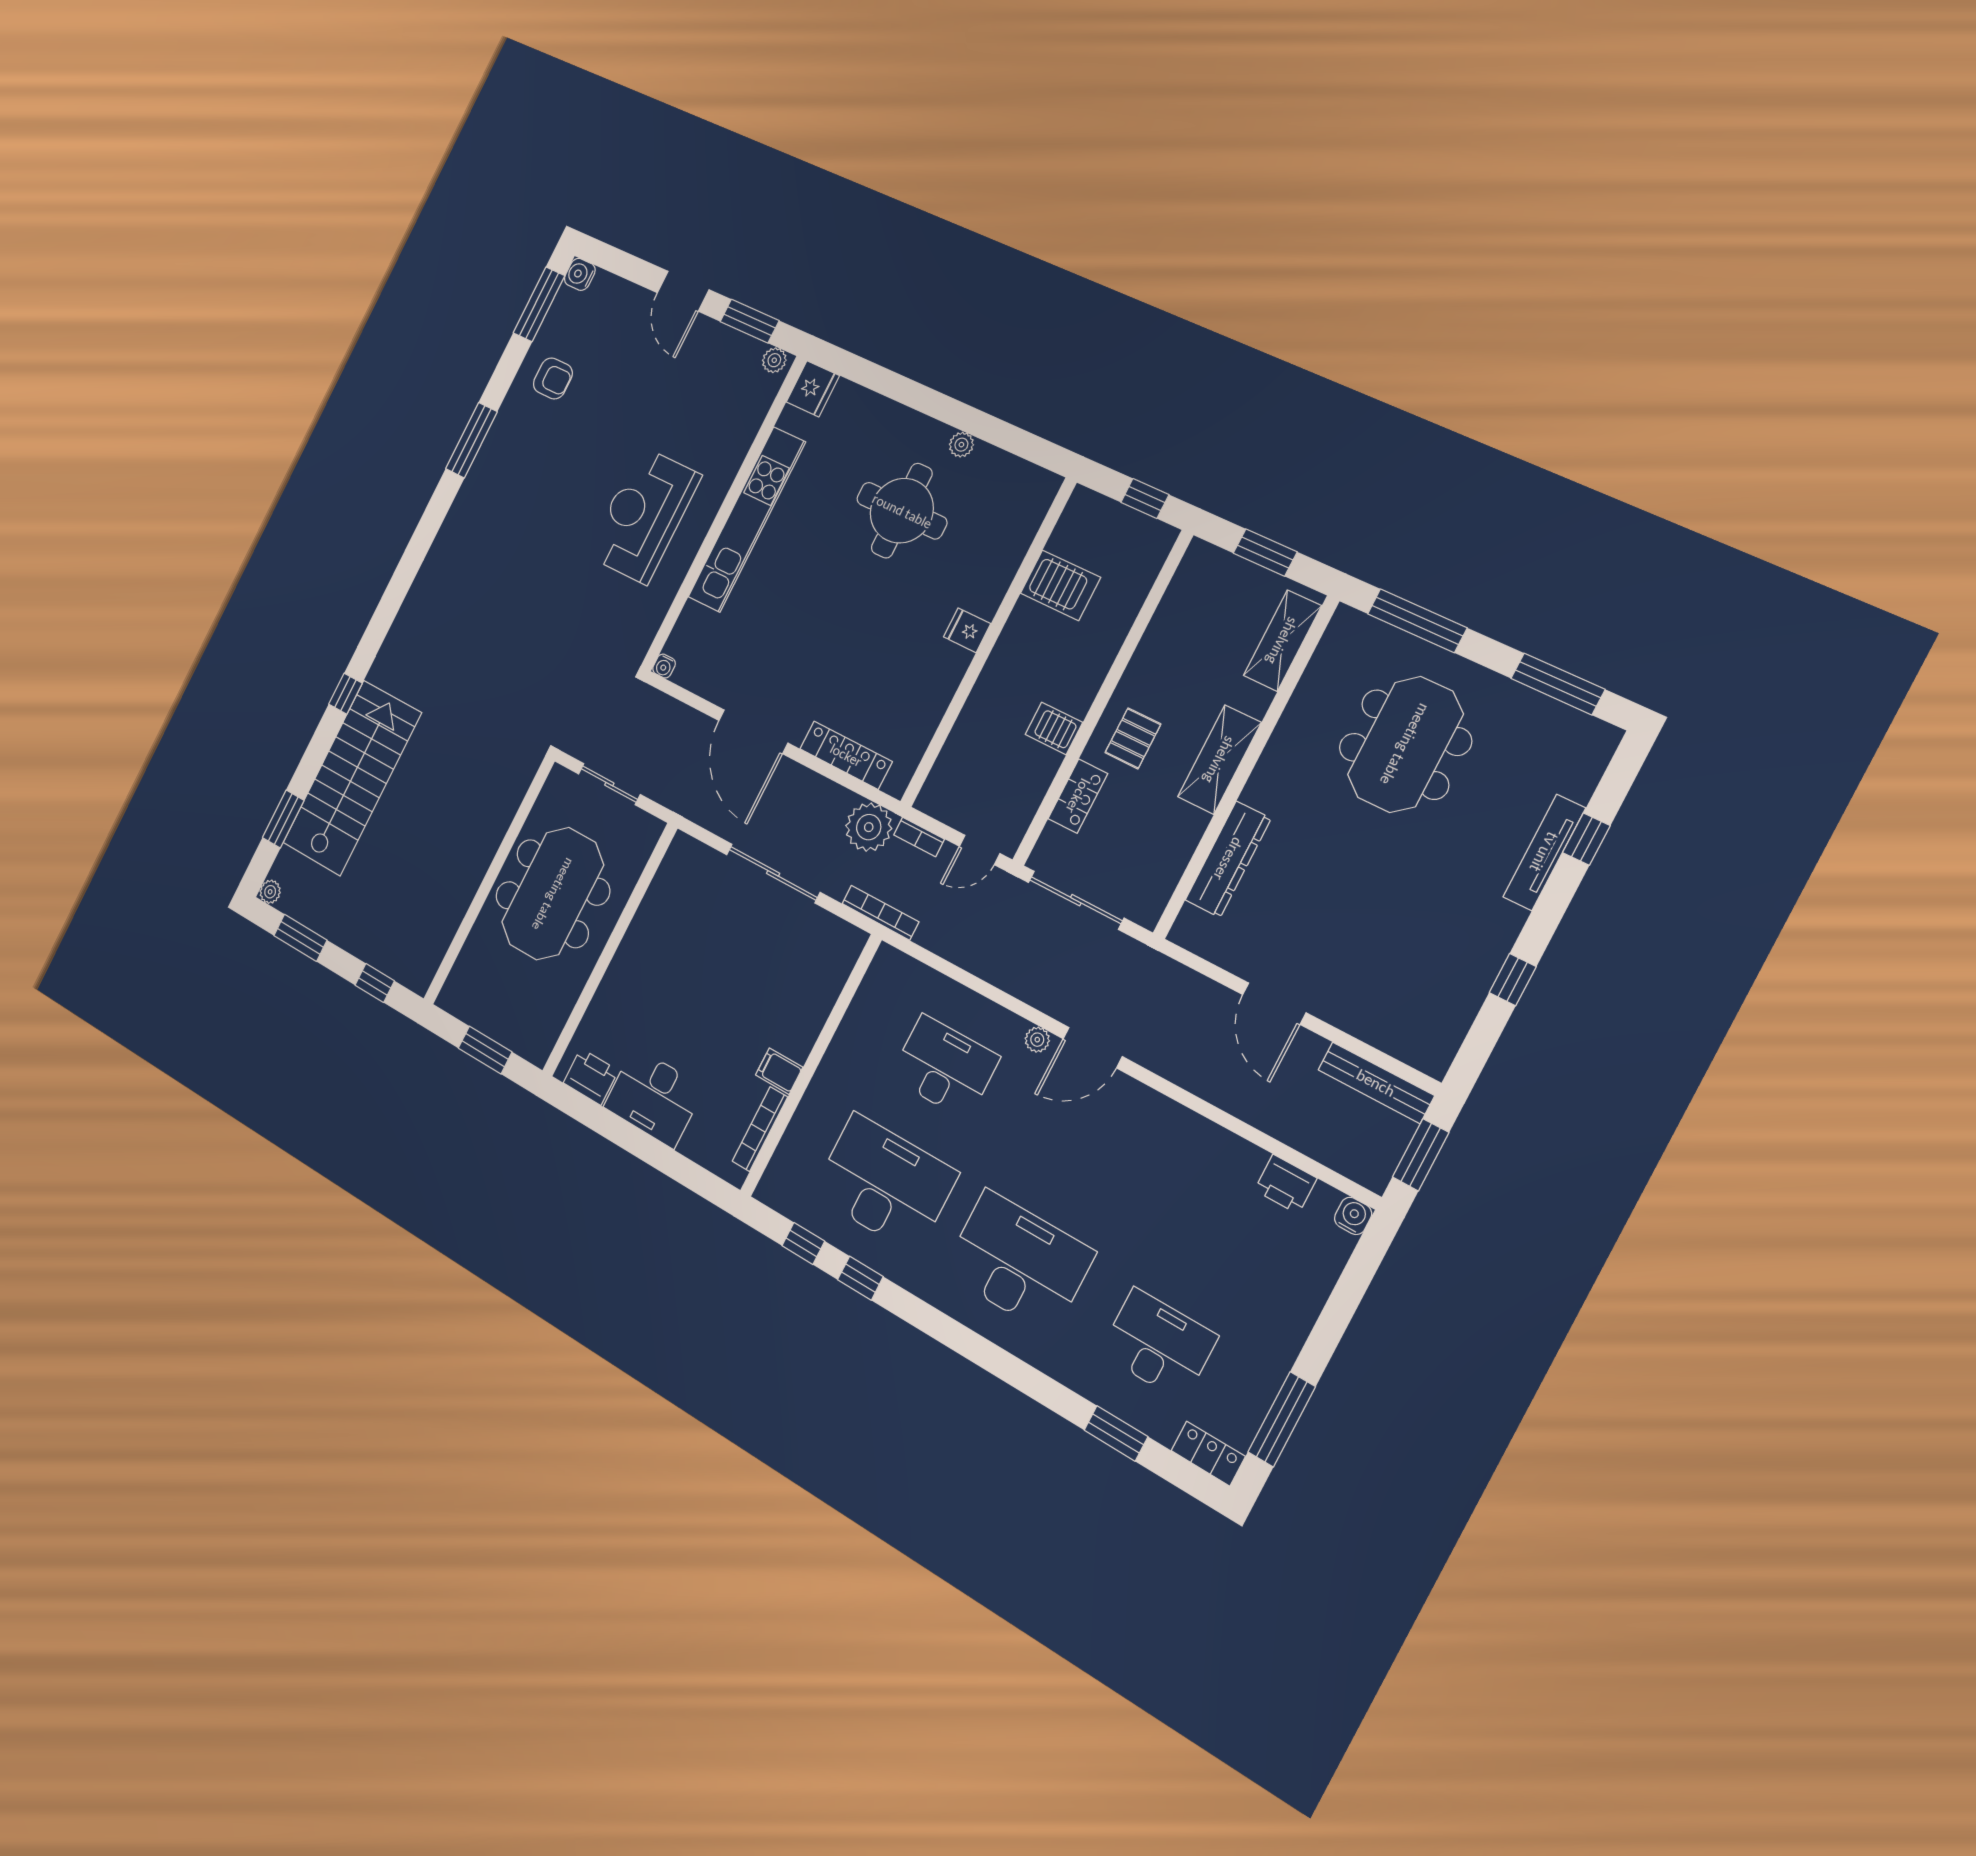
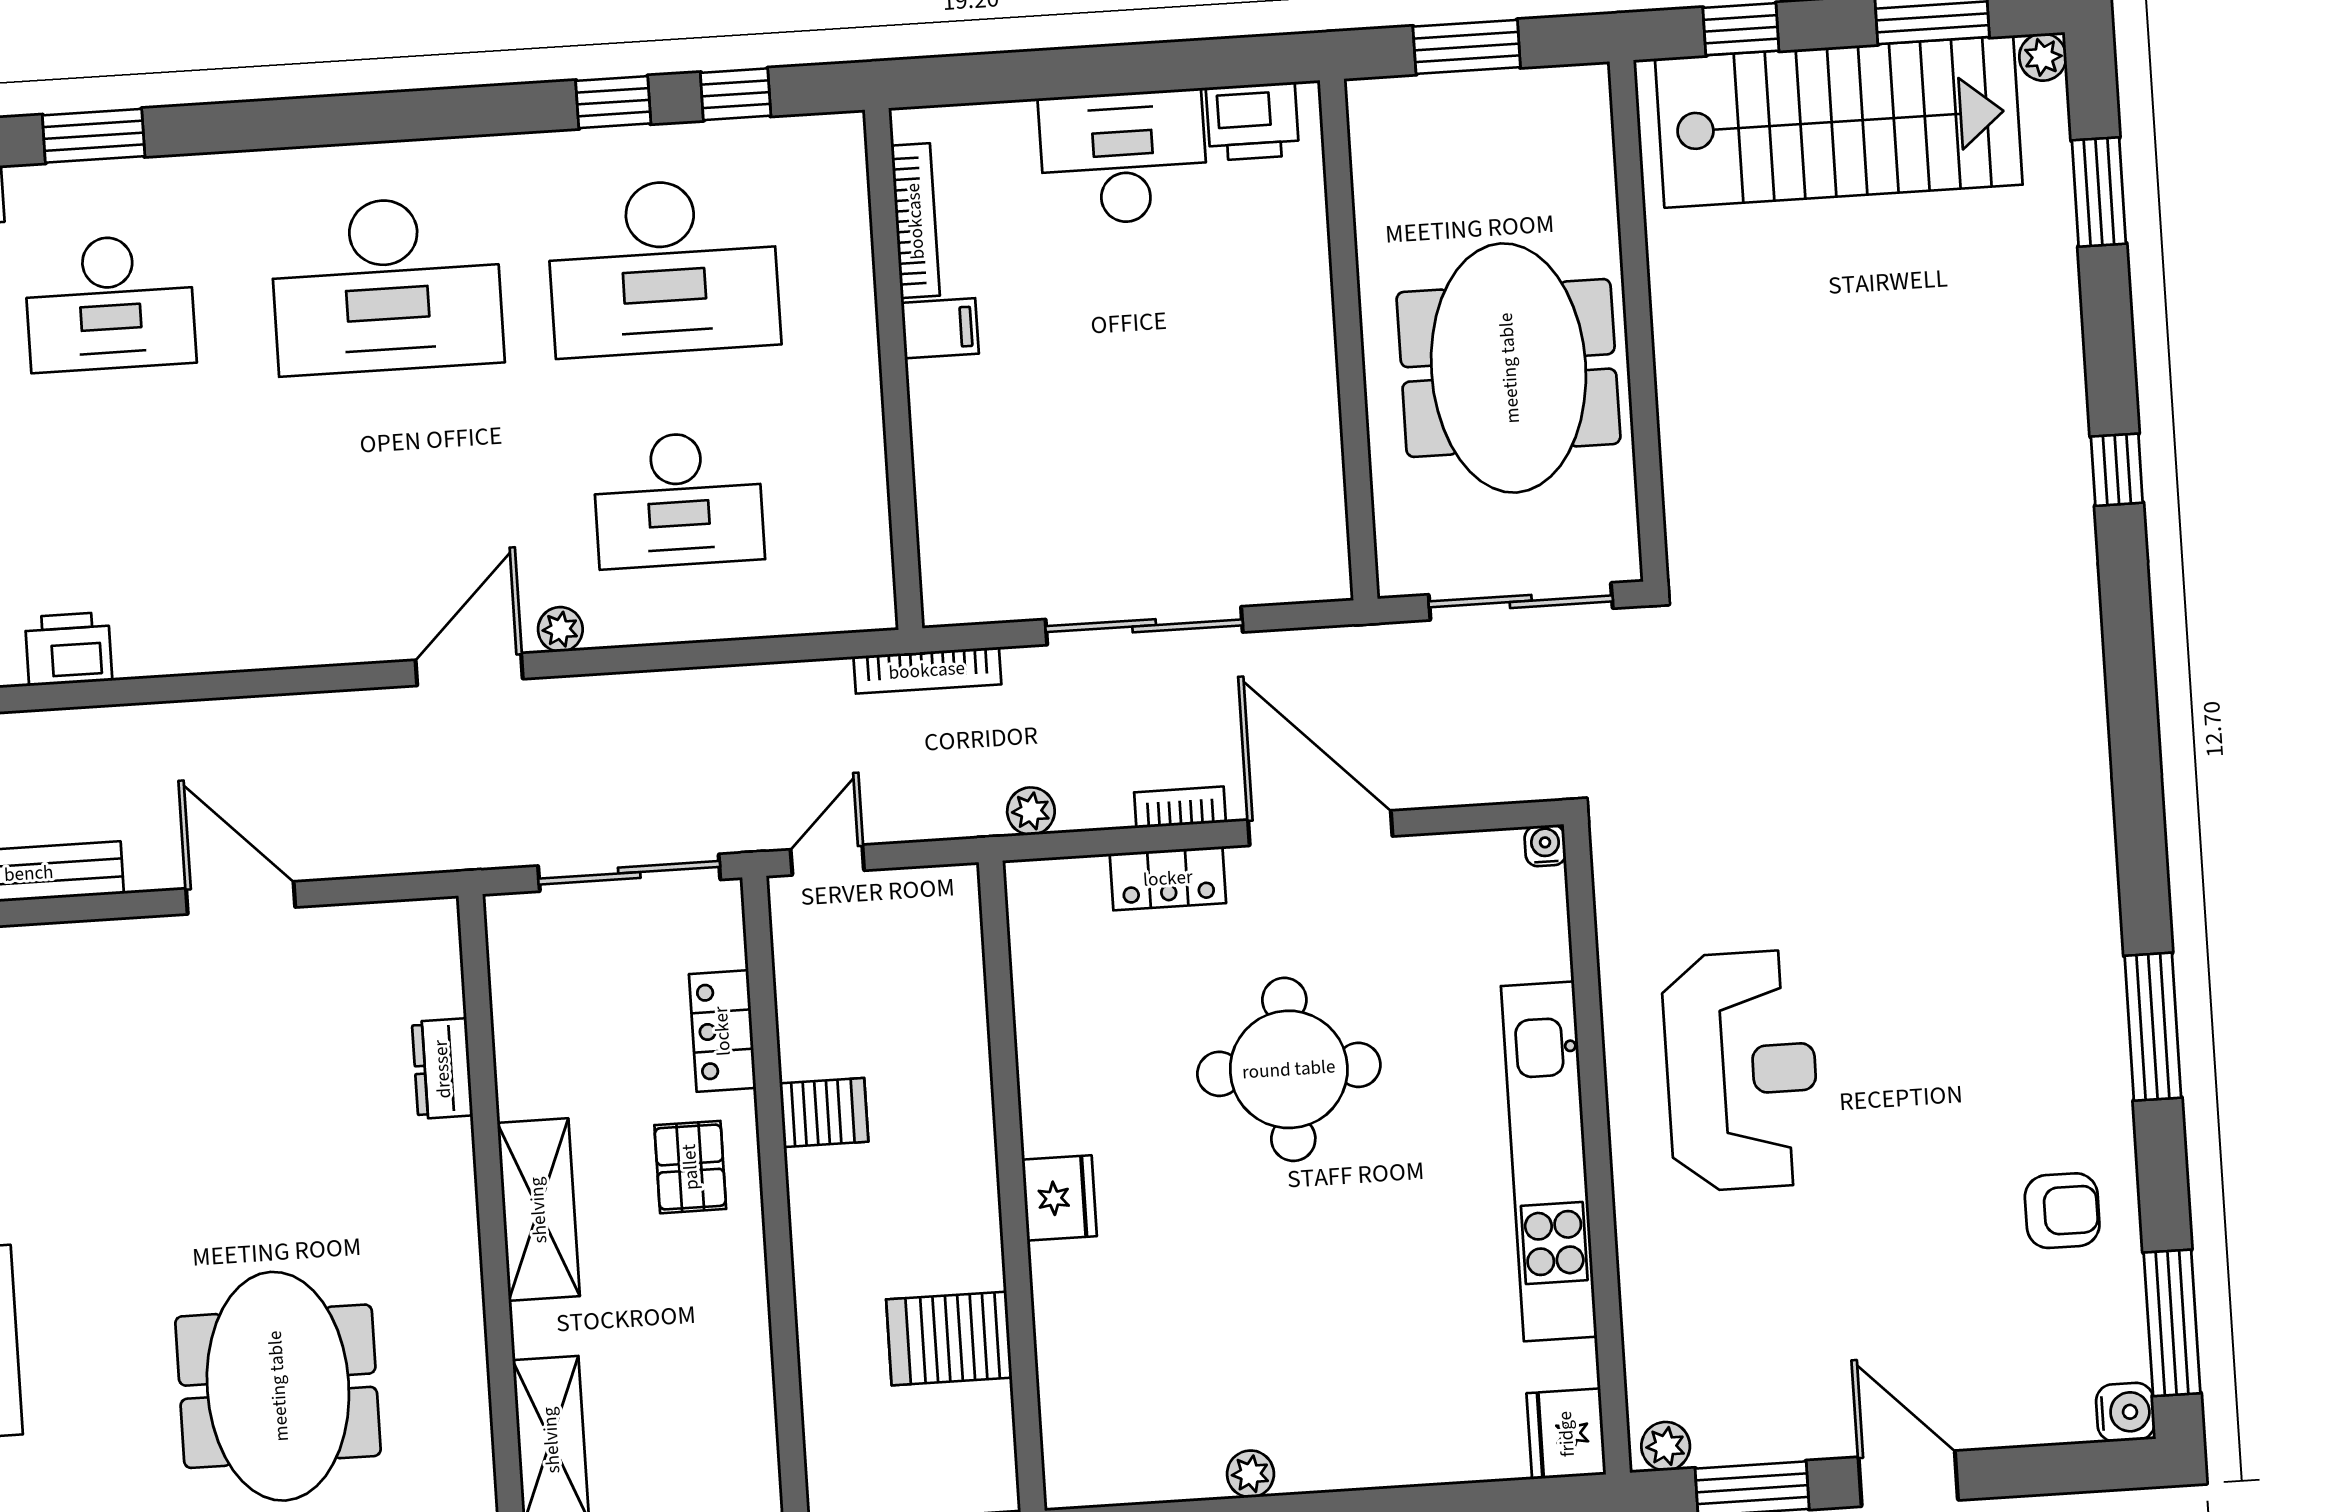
armchair: (553, 378) -> (2062, 1211), turned 180
round table: (902, 511) -> (1289, 1069), moved
fridge: (967, 630) -> (1059, 1198), width x1.38
locker: (846, 755) -> (1168, 878), width x0.66
stairs: (352, 778) -> (1839, 122), moved, turned -90
sliding door: (609, 784) -> (1521, 601), width x1.37
plant: (869, 827) -> (1031, 811), width x0.53, depth x0.53
bookcase: (919, 837) -> (1180, 807), moved
dresser: (1228, 859) -> (442, 1069), width x0.51, depth x0.80

